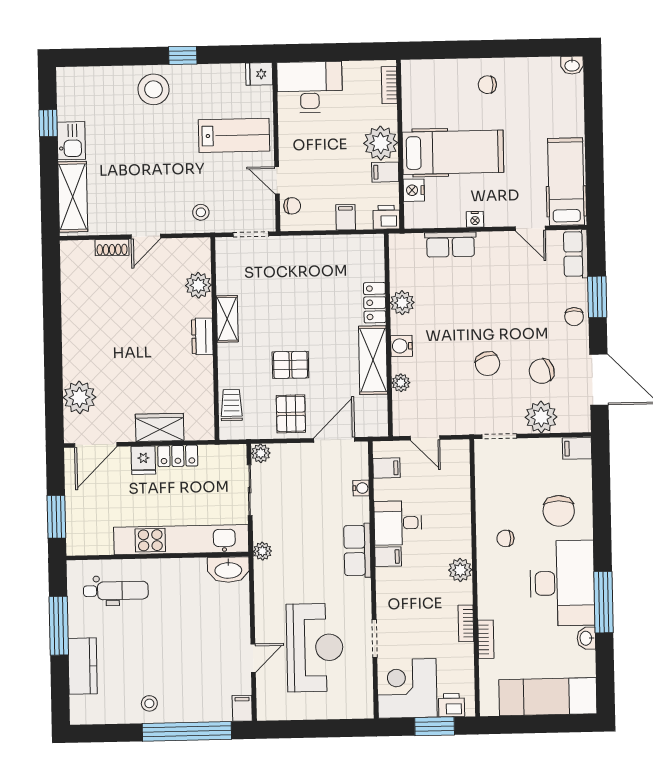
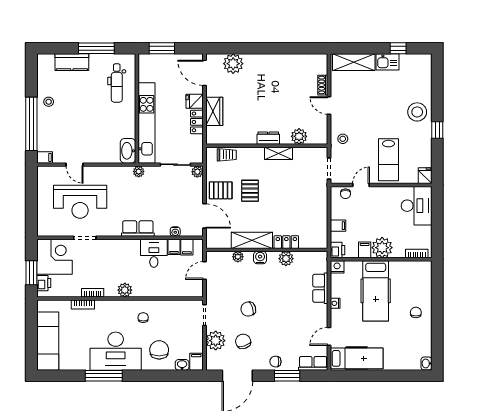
nightstand: (414, 190) -> (337, 267), moved
chair: (559, 511) -> (159, 350), turned 90
filing cabinet: (388, 557) -> (174, 247), moved
washbasin: (586, 638) -> (182, 365), moved

